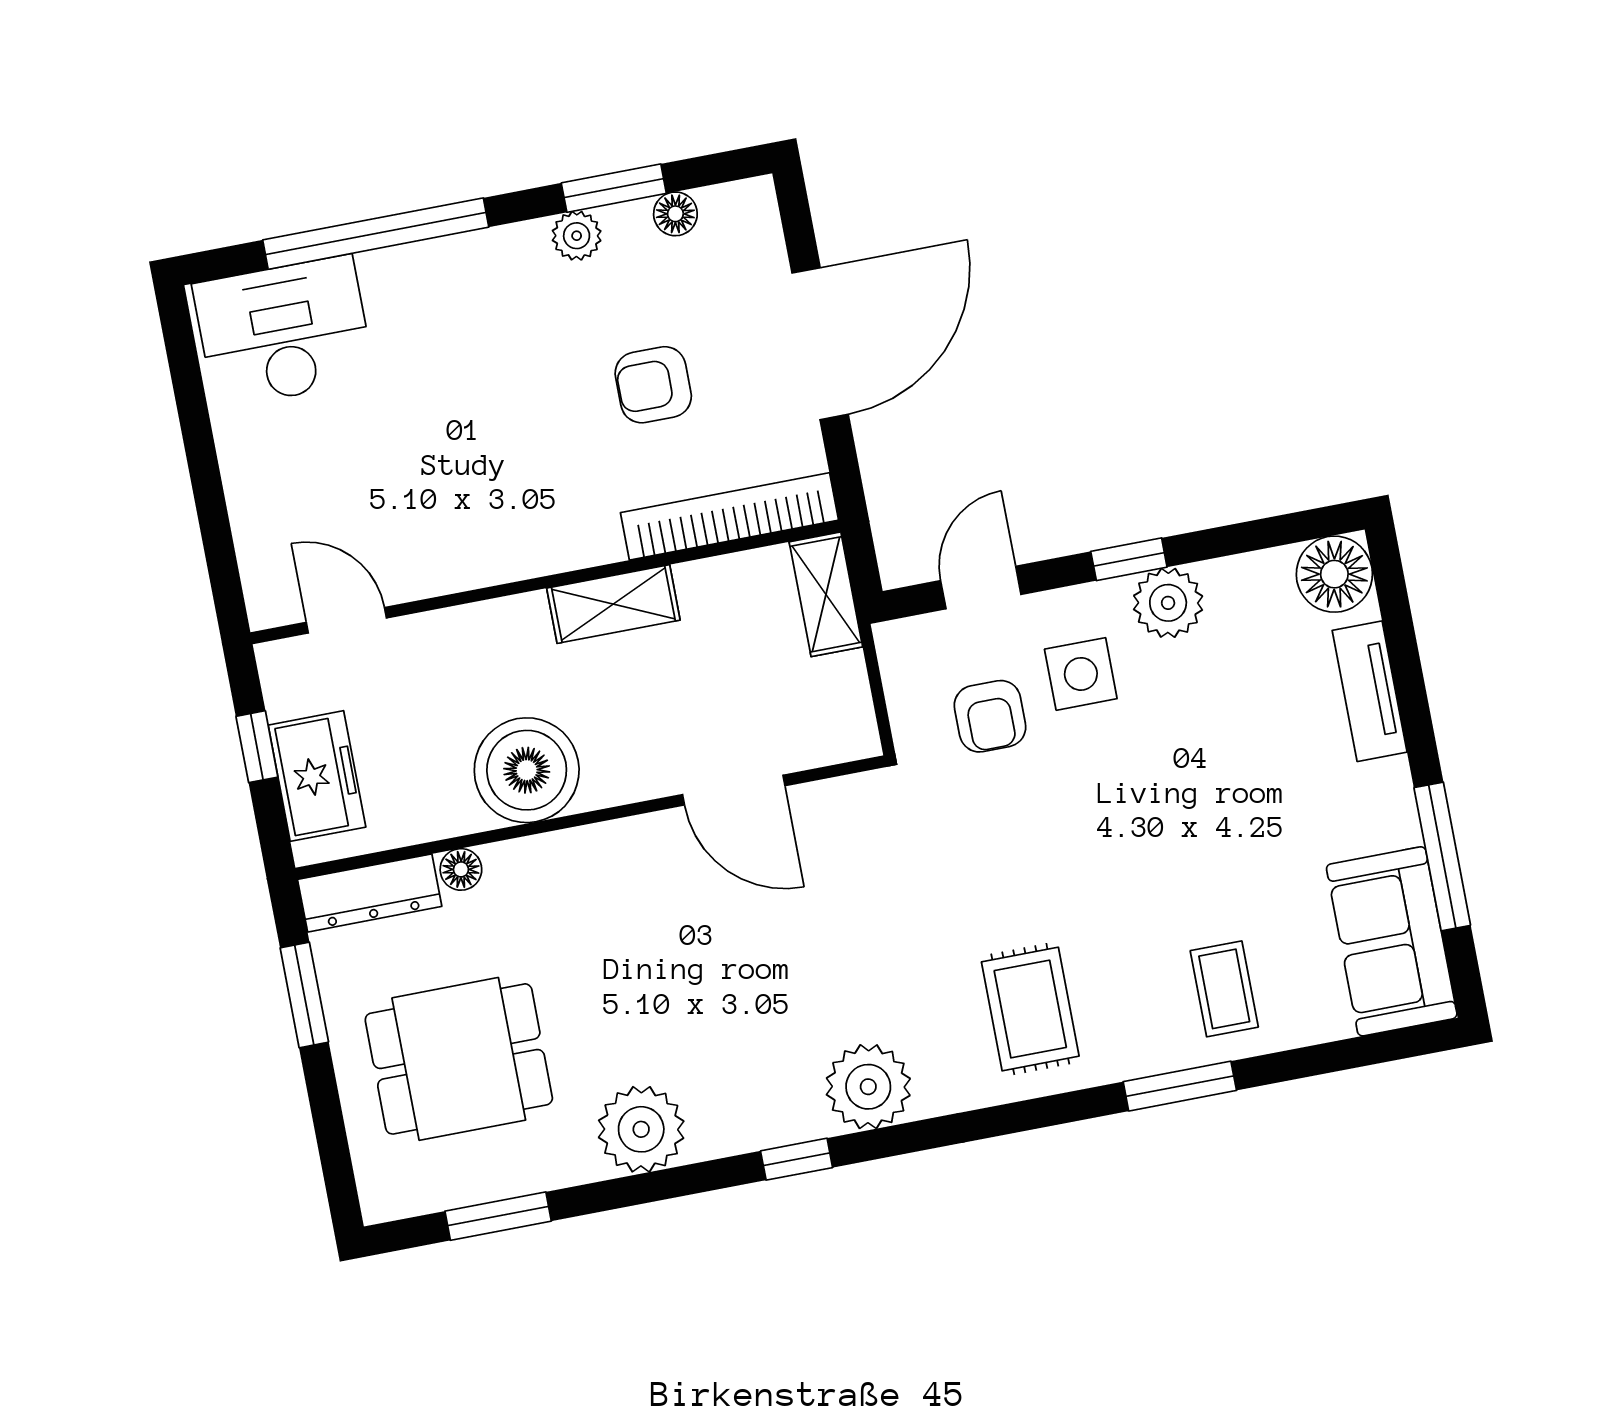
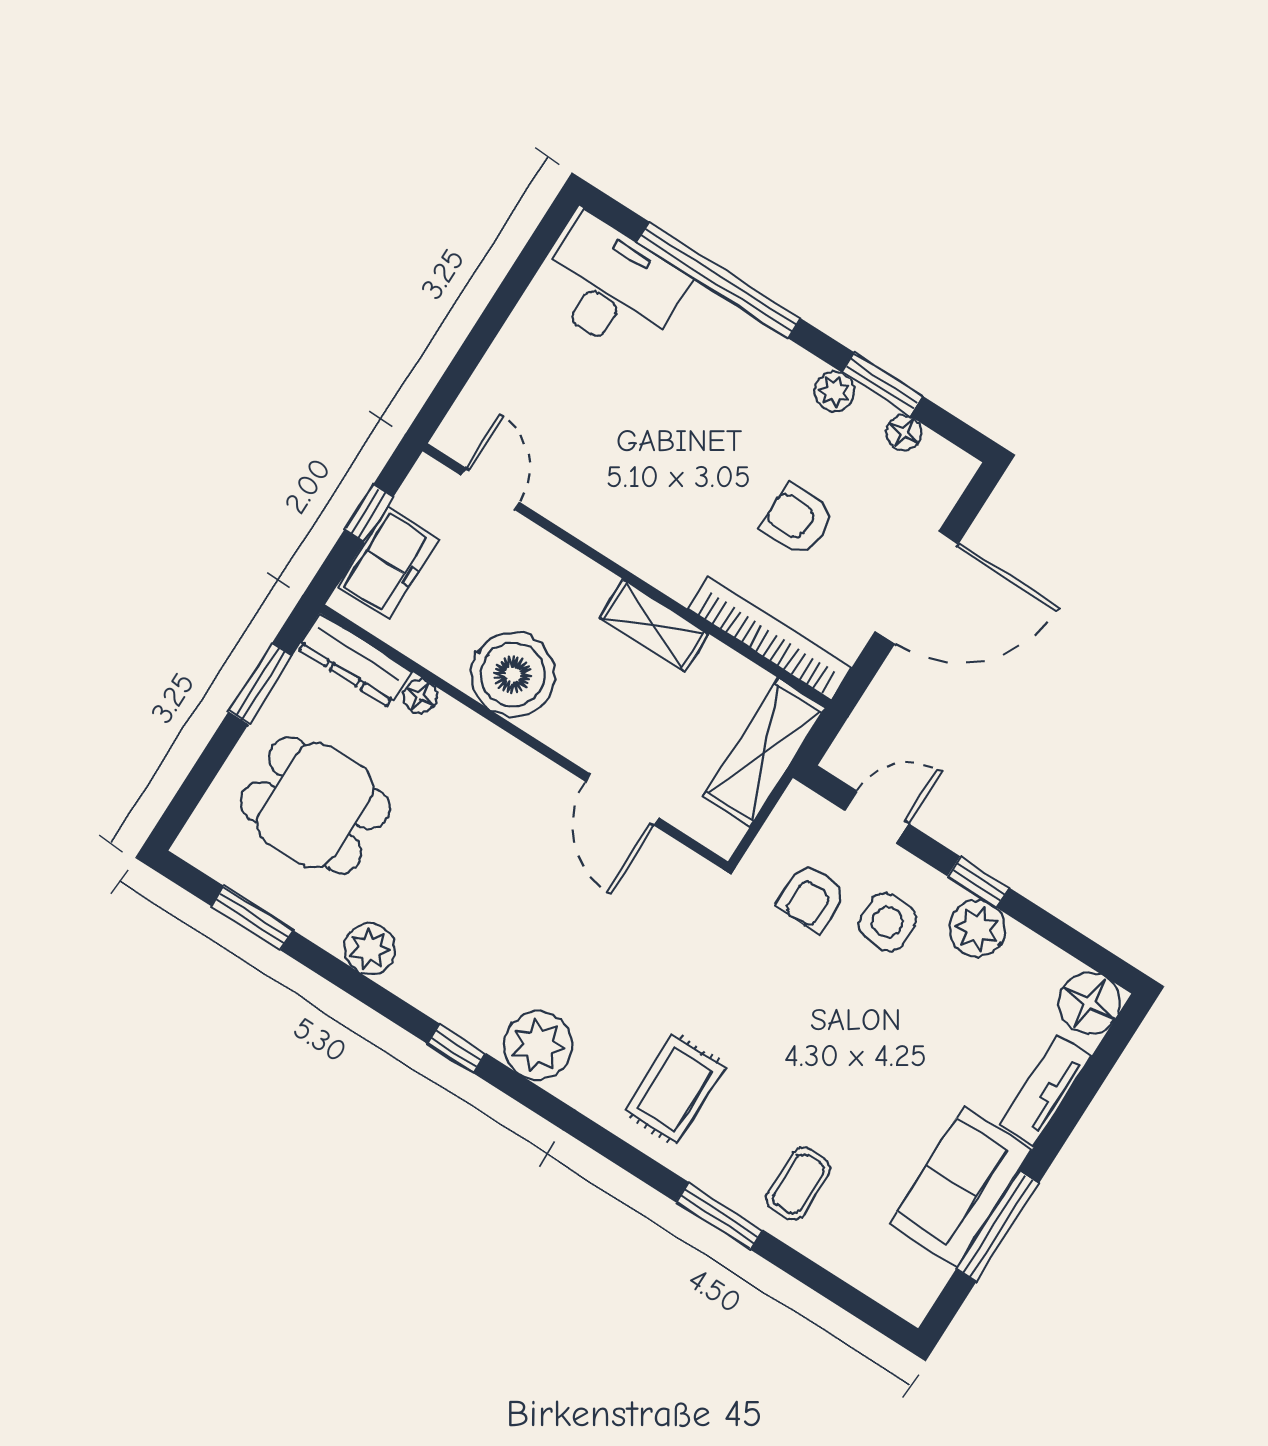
shelving: (826, 594) -> (764, 752), width x1.50, depth x1.33
sofa: (1392, 941) -> (961, 1187), moved
plant: (641, 1129) -> (370, 949), width x0.73, depth x0.73

